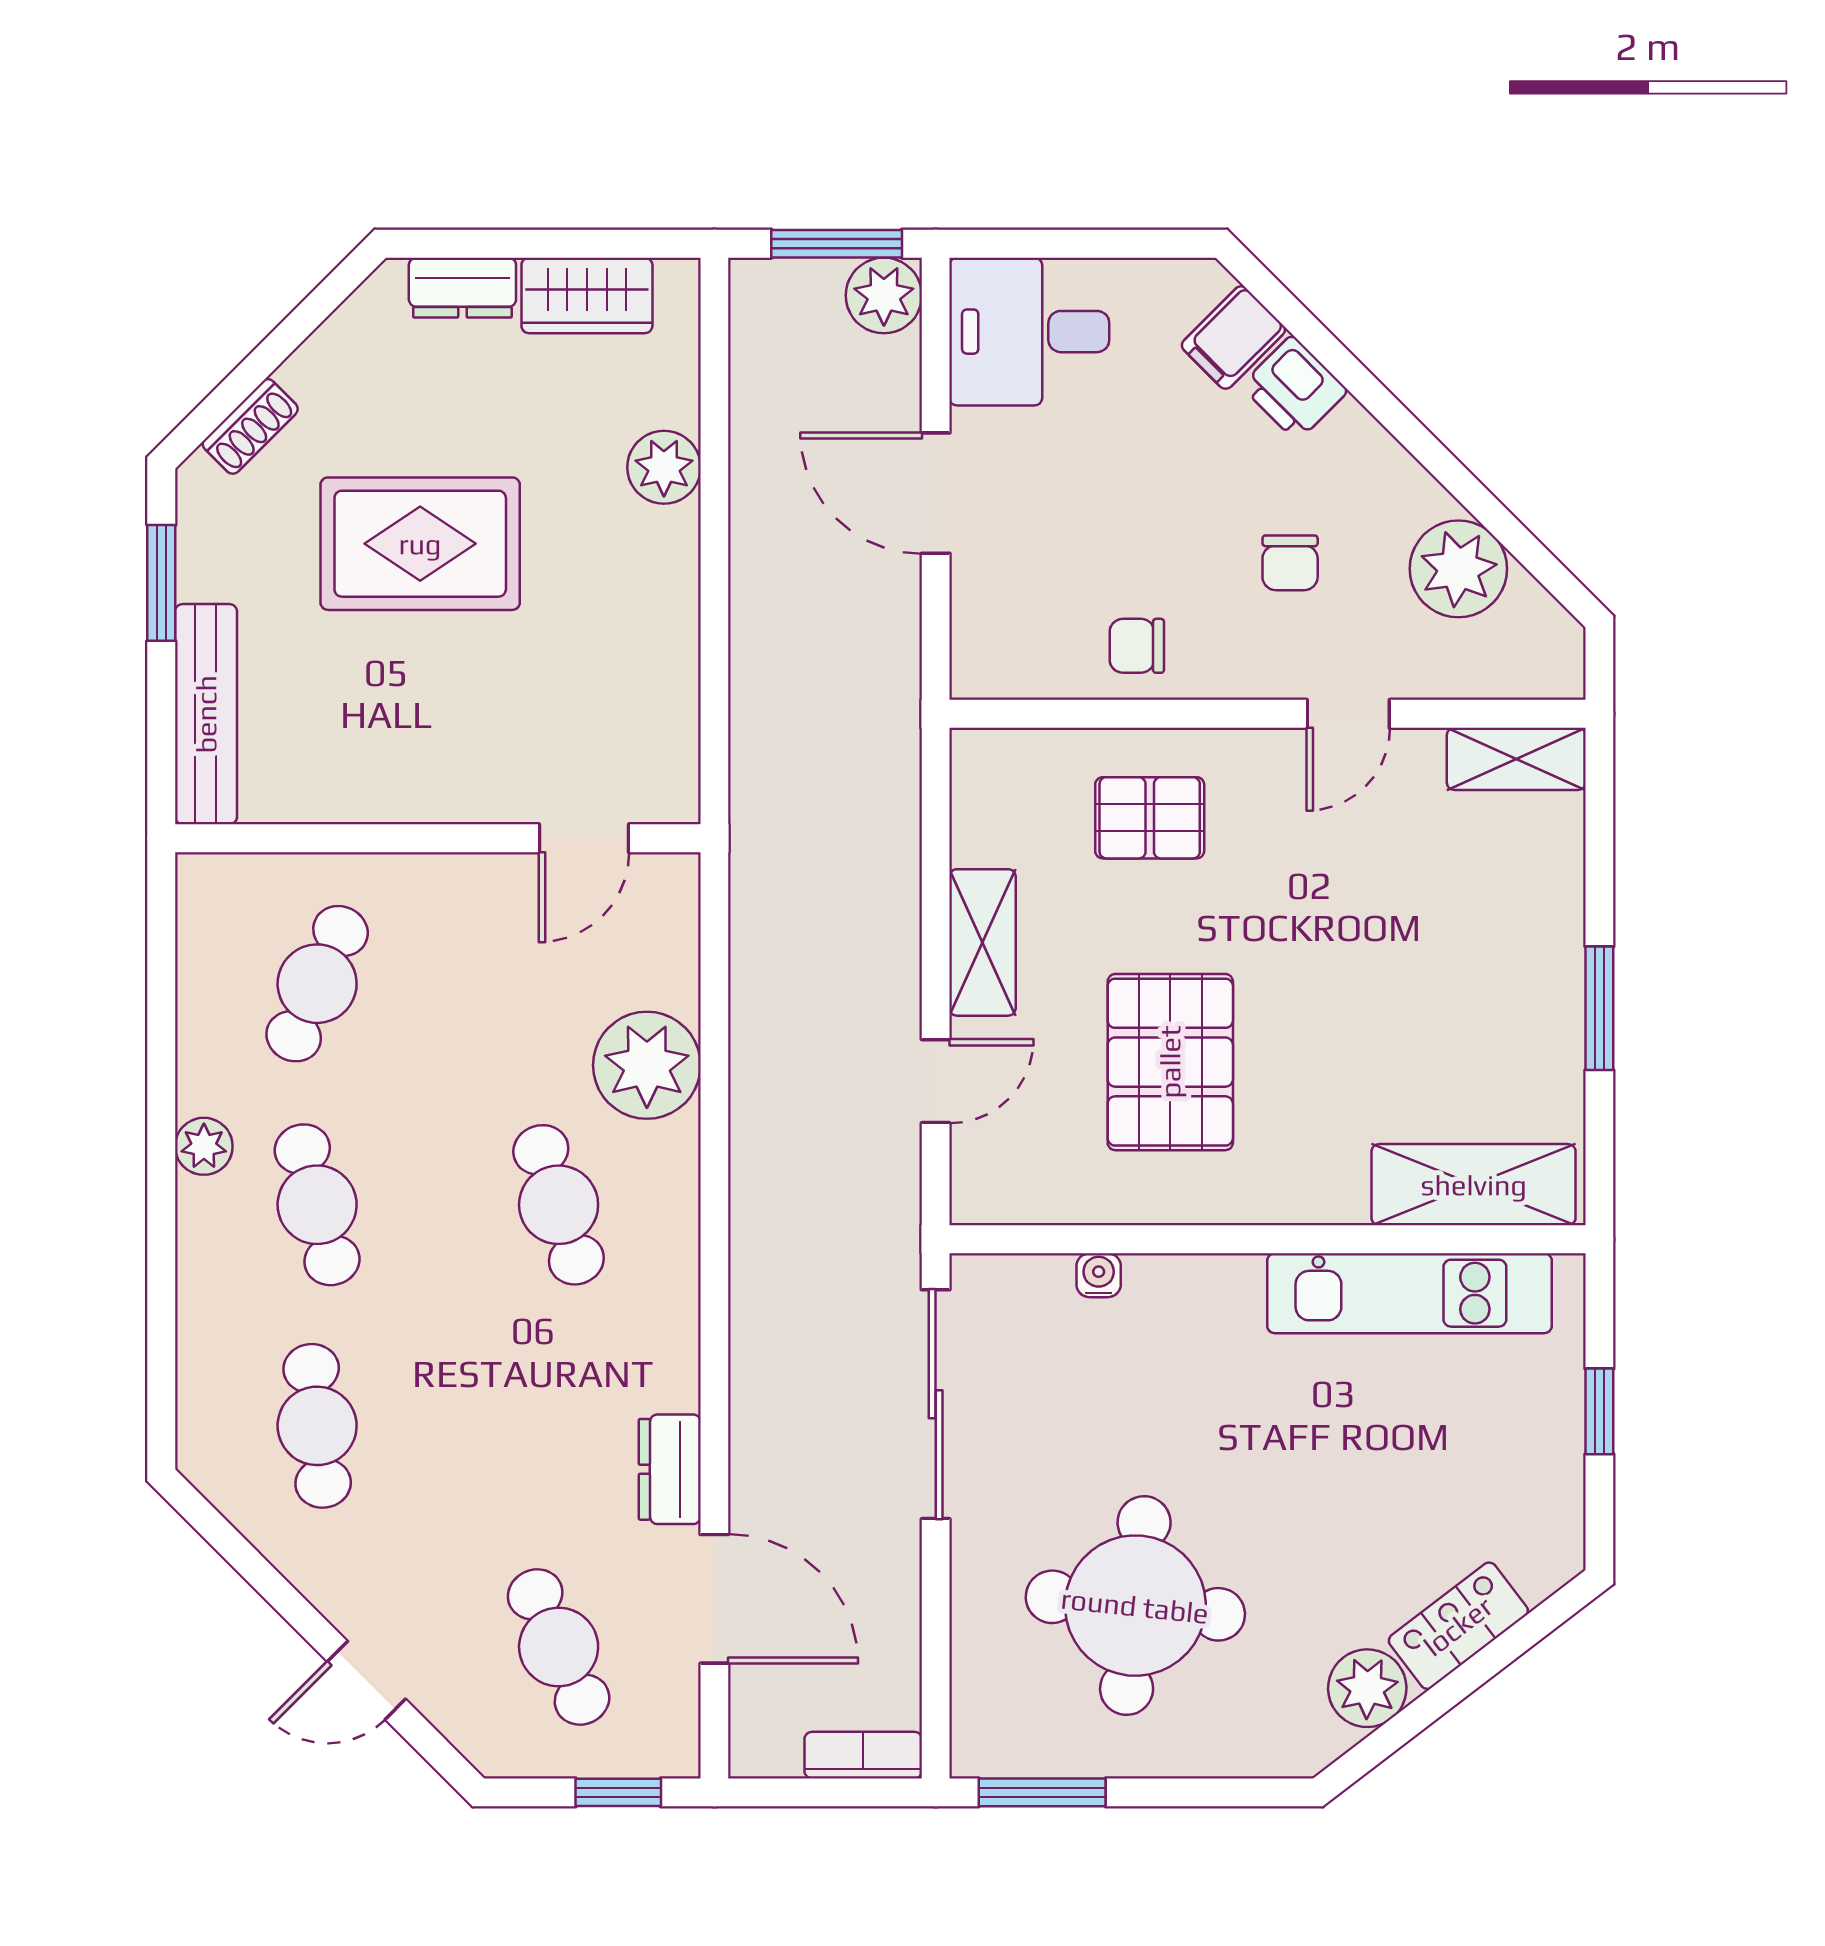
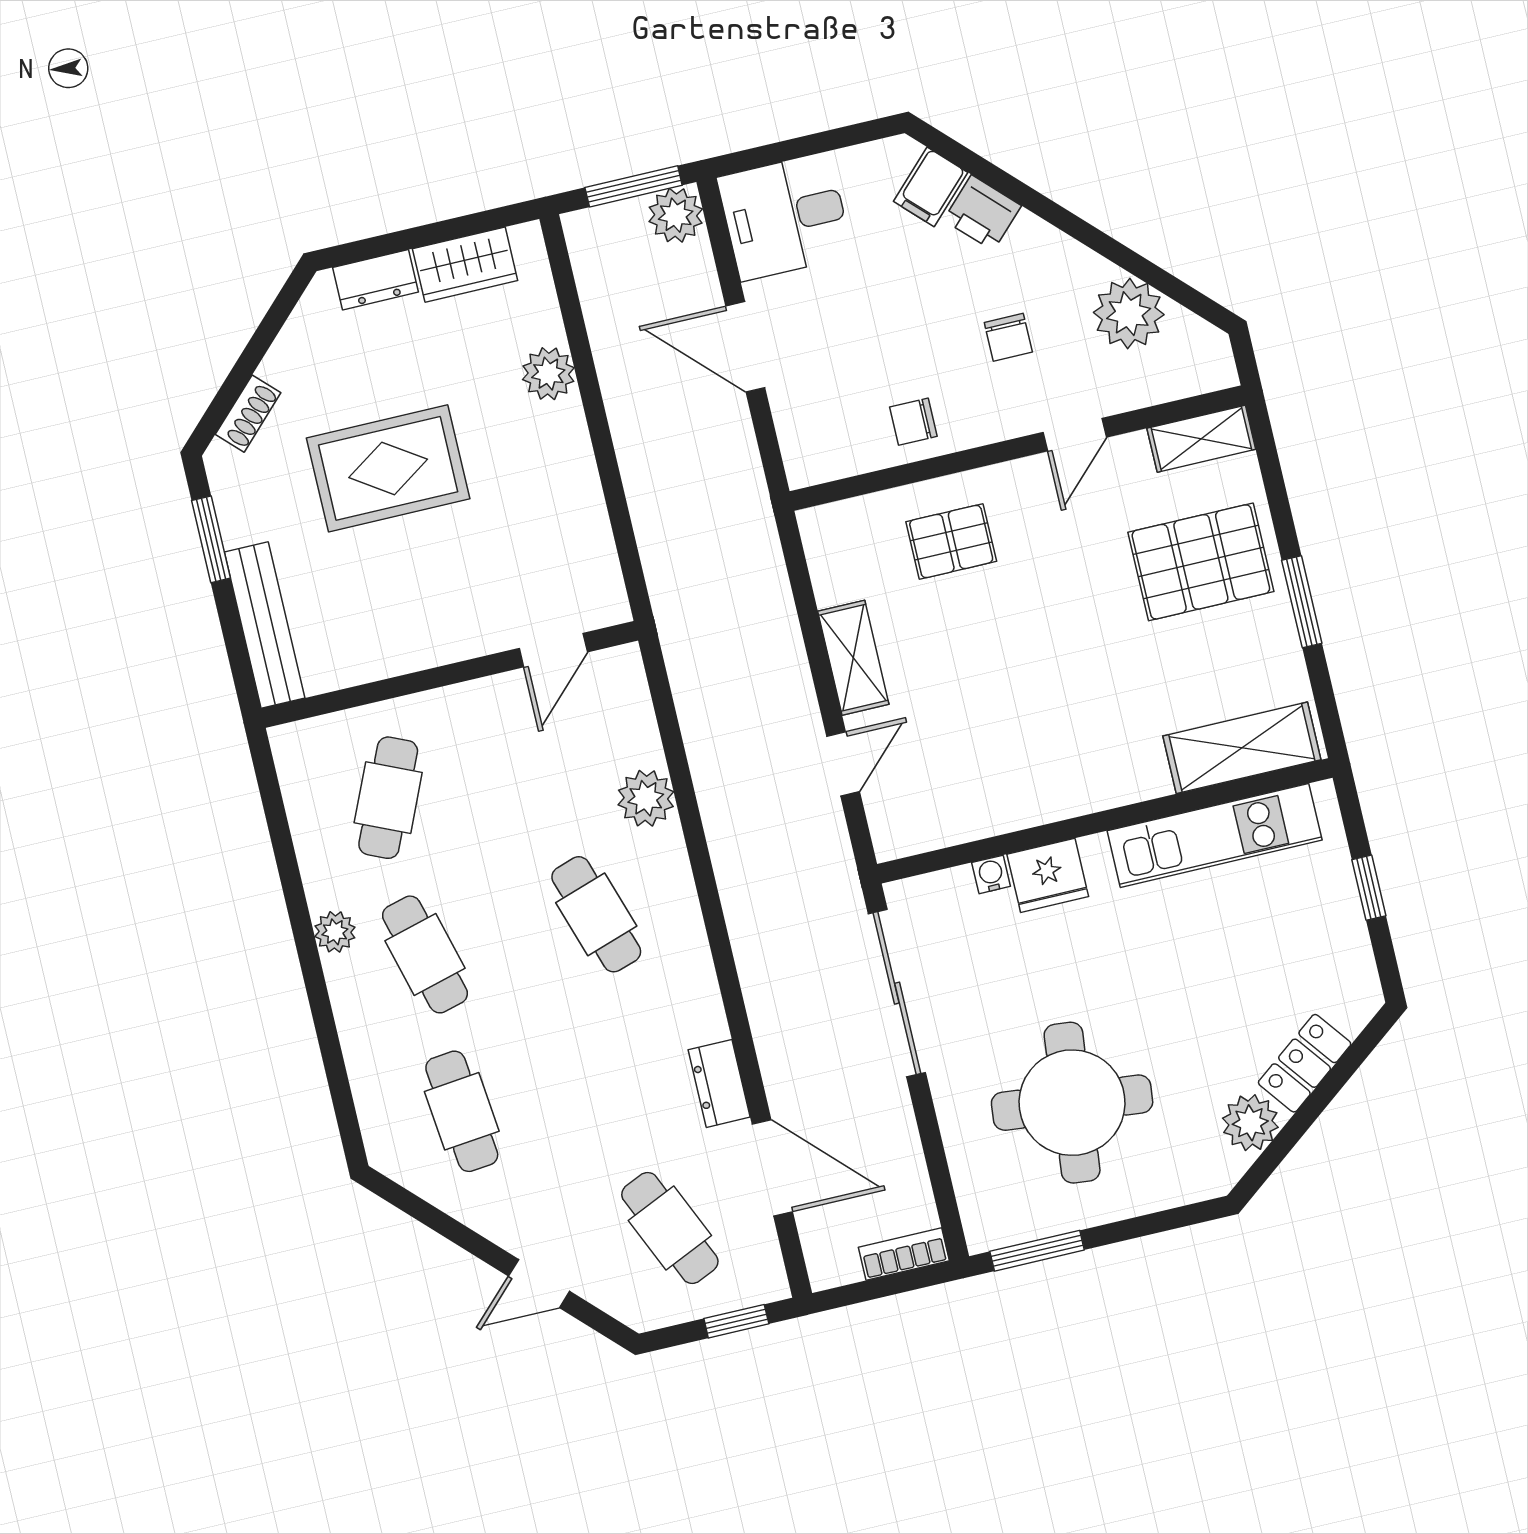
pallet: (1170, 1062) -> (1201, 562), moved, turned 90
plant: (647, 1065) -> (646, 798), width x0.73, depth x0.73
fridge: (1174, 1294) -> (1048, 875), added

